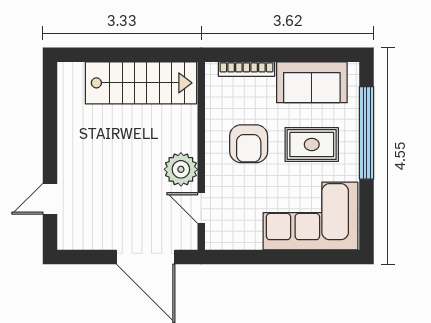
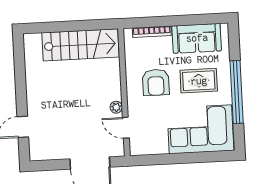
window: (367, 133) -> (237, 92), moved
plant: (181, 169) -> (116, 107), width x0.53, depth x0.53

